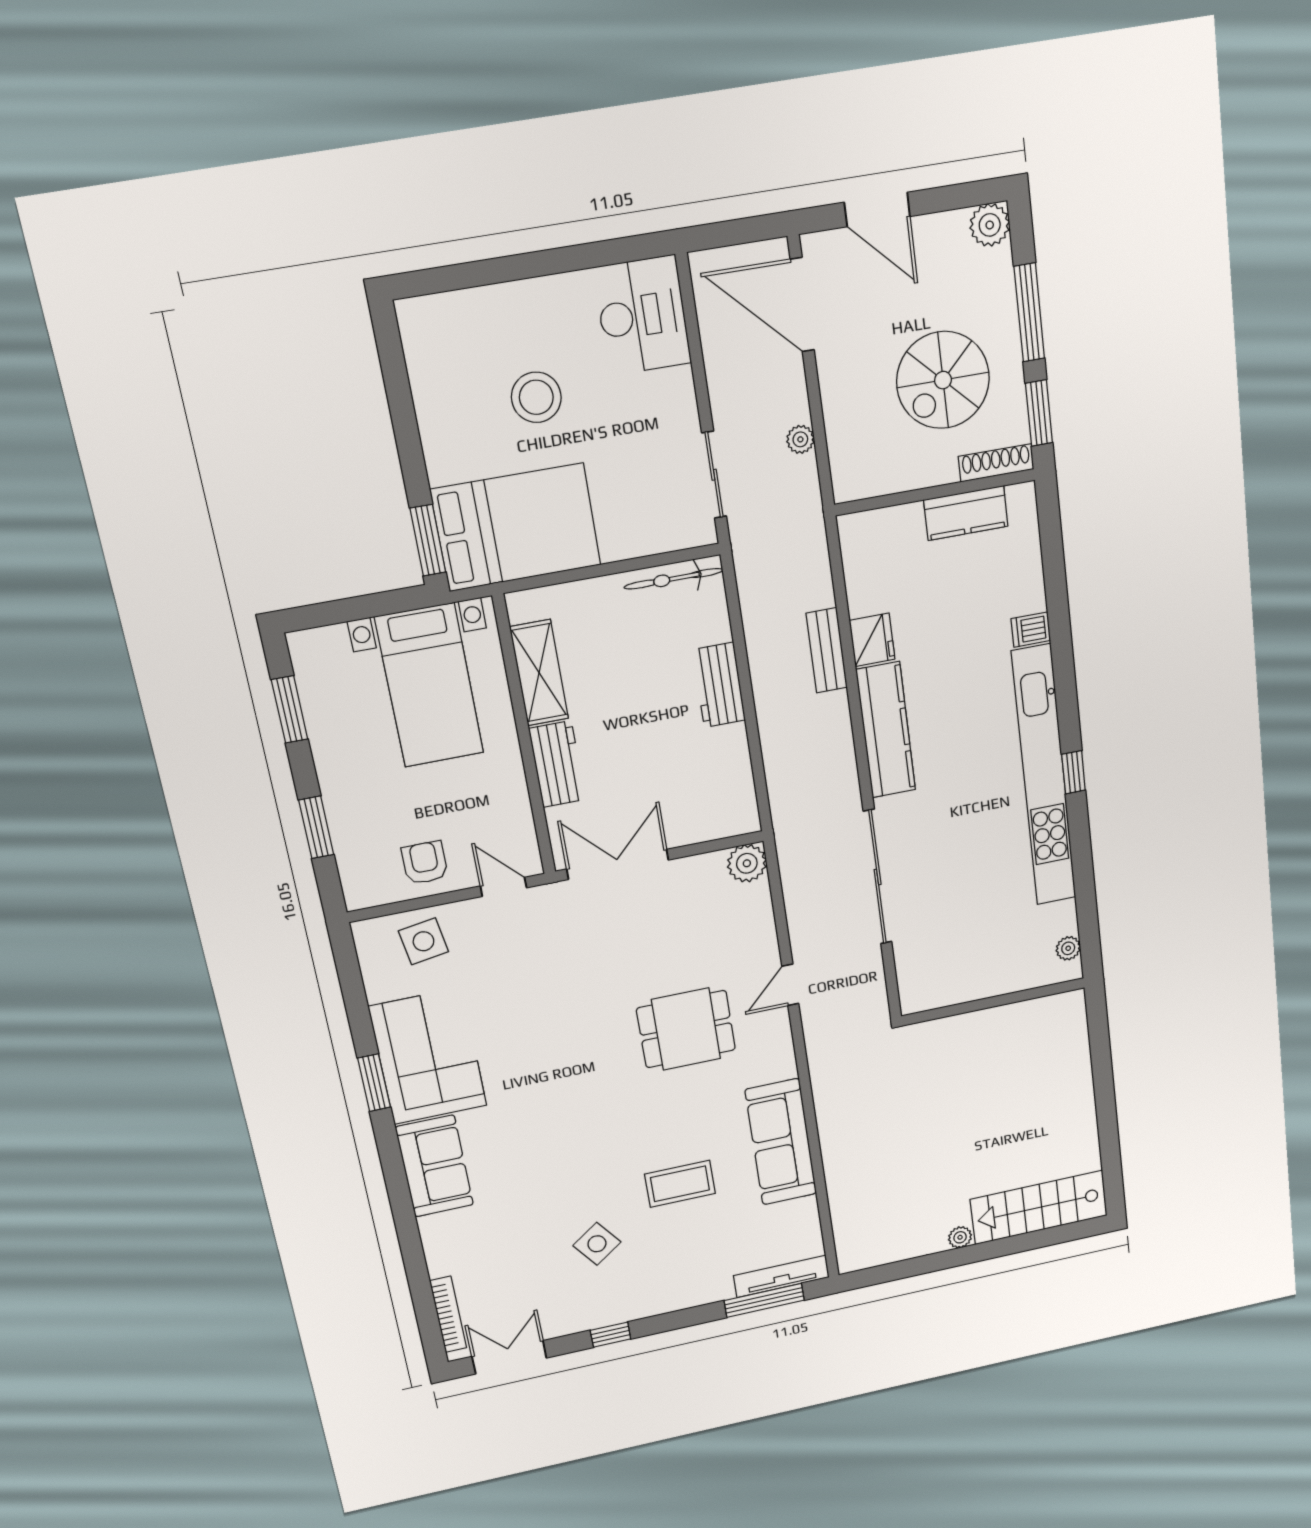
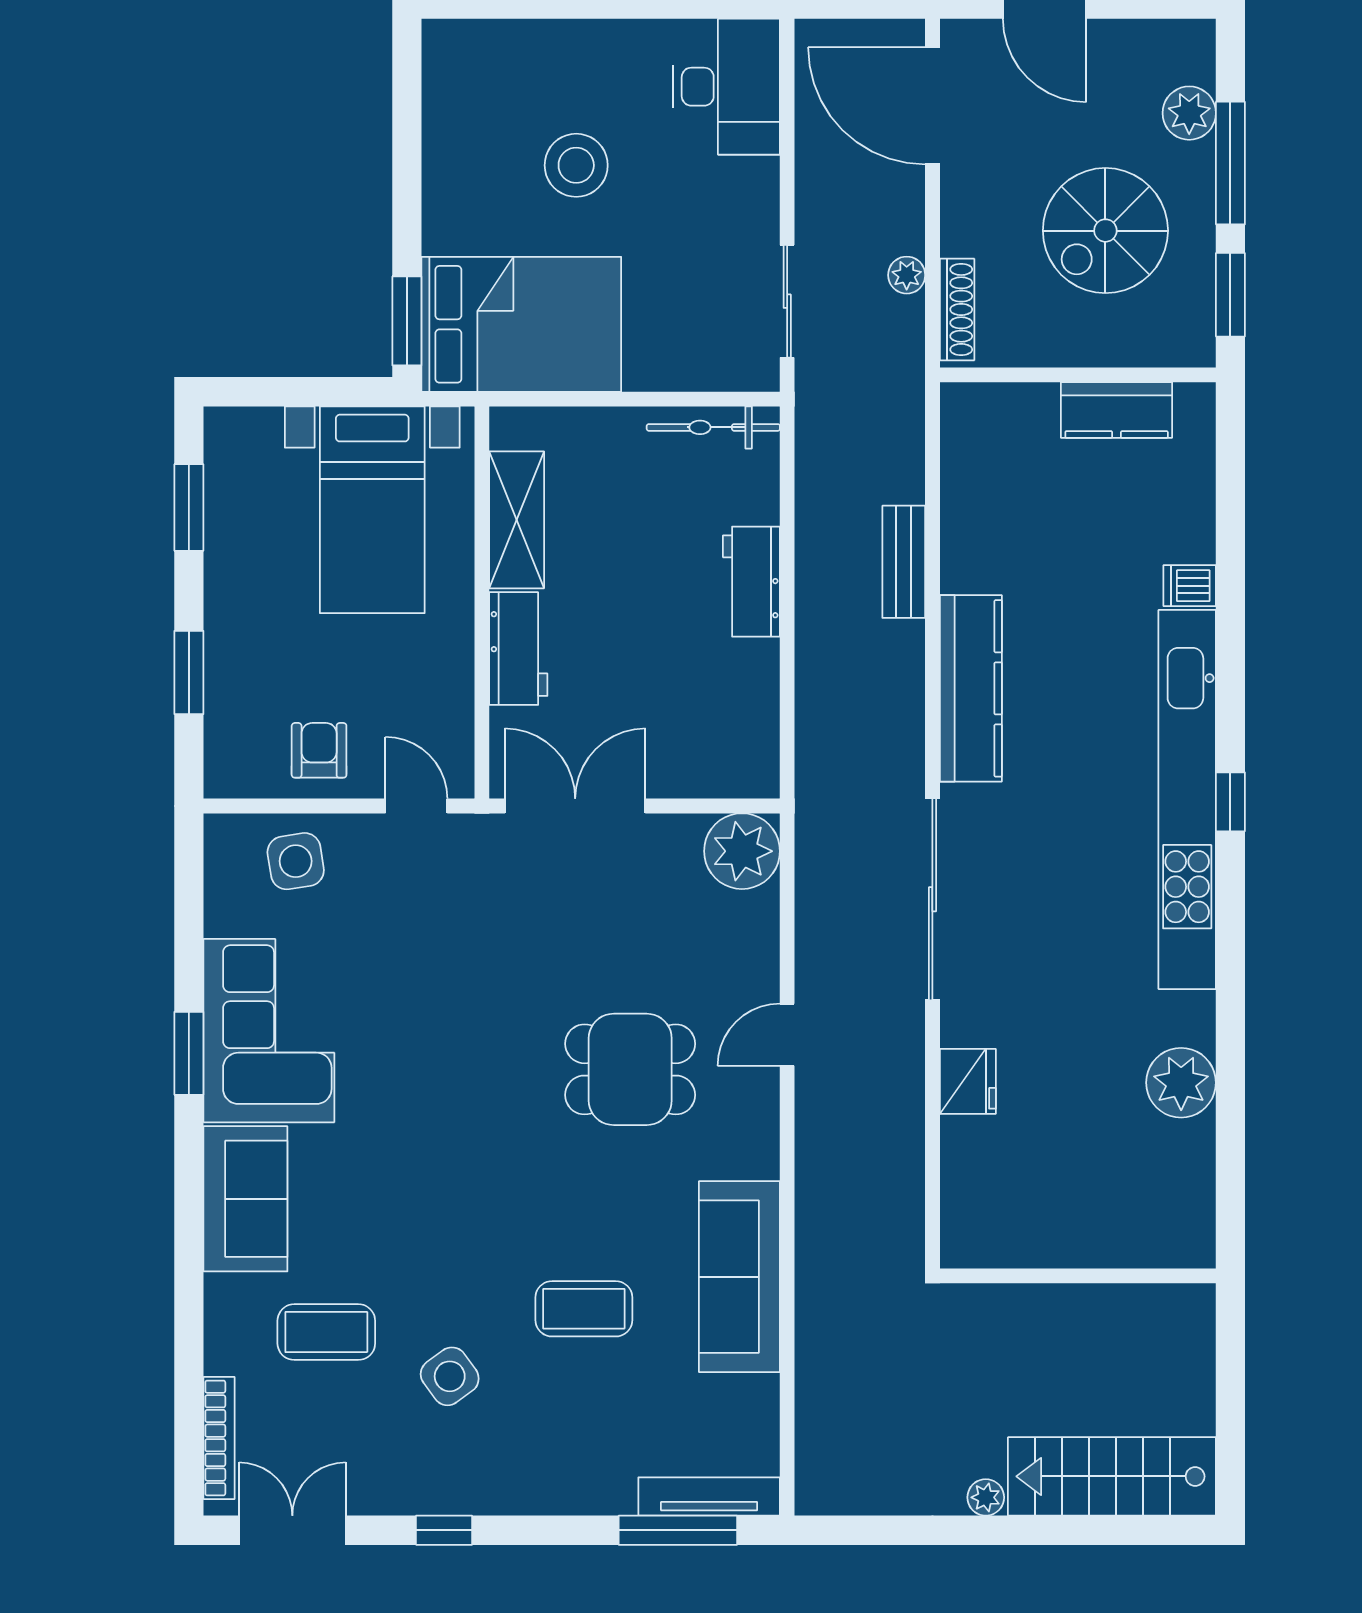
plant: (990, 225) -> (1189, 113), moved
shoe rack: (996, 463) -> (957, 309), moved, turned 90
fridge: (872, 640) -> (968, 1081), moved
plant: (747, 863) -> (742, 851), width x1.36, depth x1.36
plant: (1068, 948) -> (1181, 1083), width x1.88, depth x1.88
wall: (993, 1002) -> (1078, 1276), moved
coffee table: (508, 1235) -> (326, 1332), added

